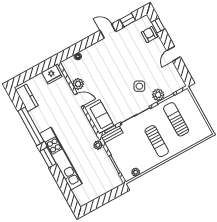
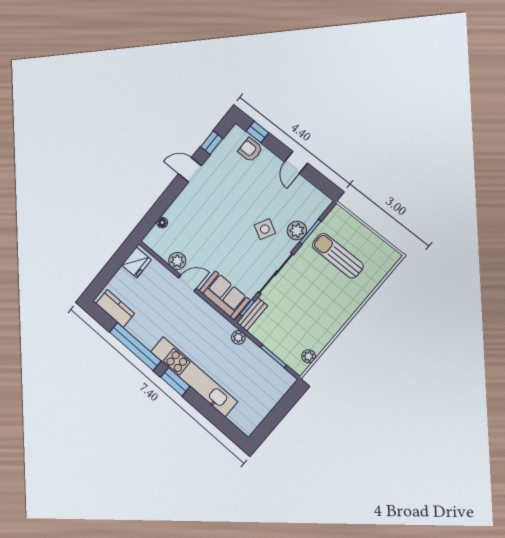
sun lounger: (157, 141) -> (322, 299), removed

